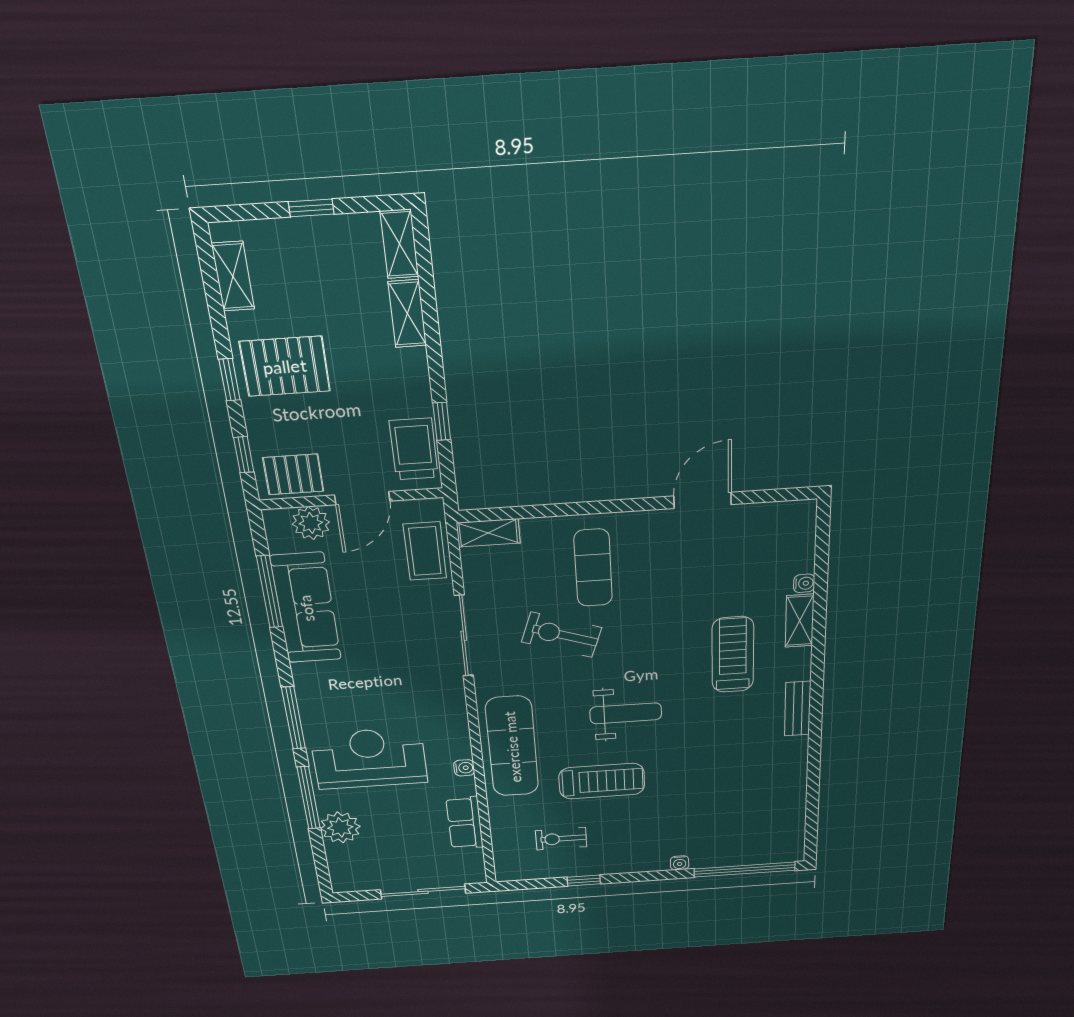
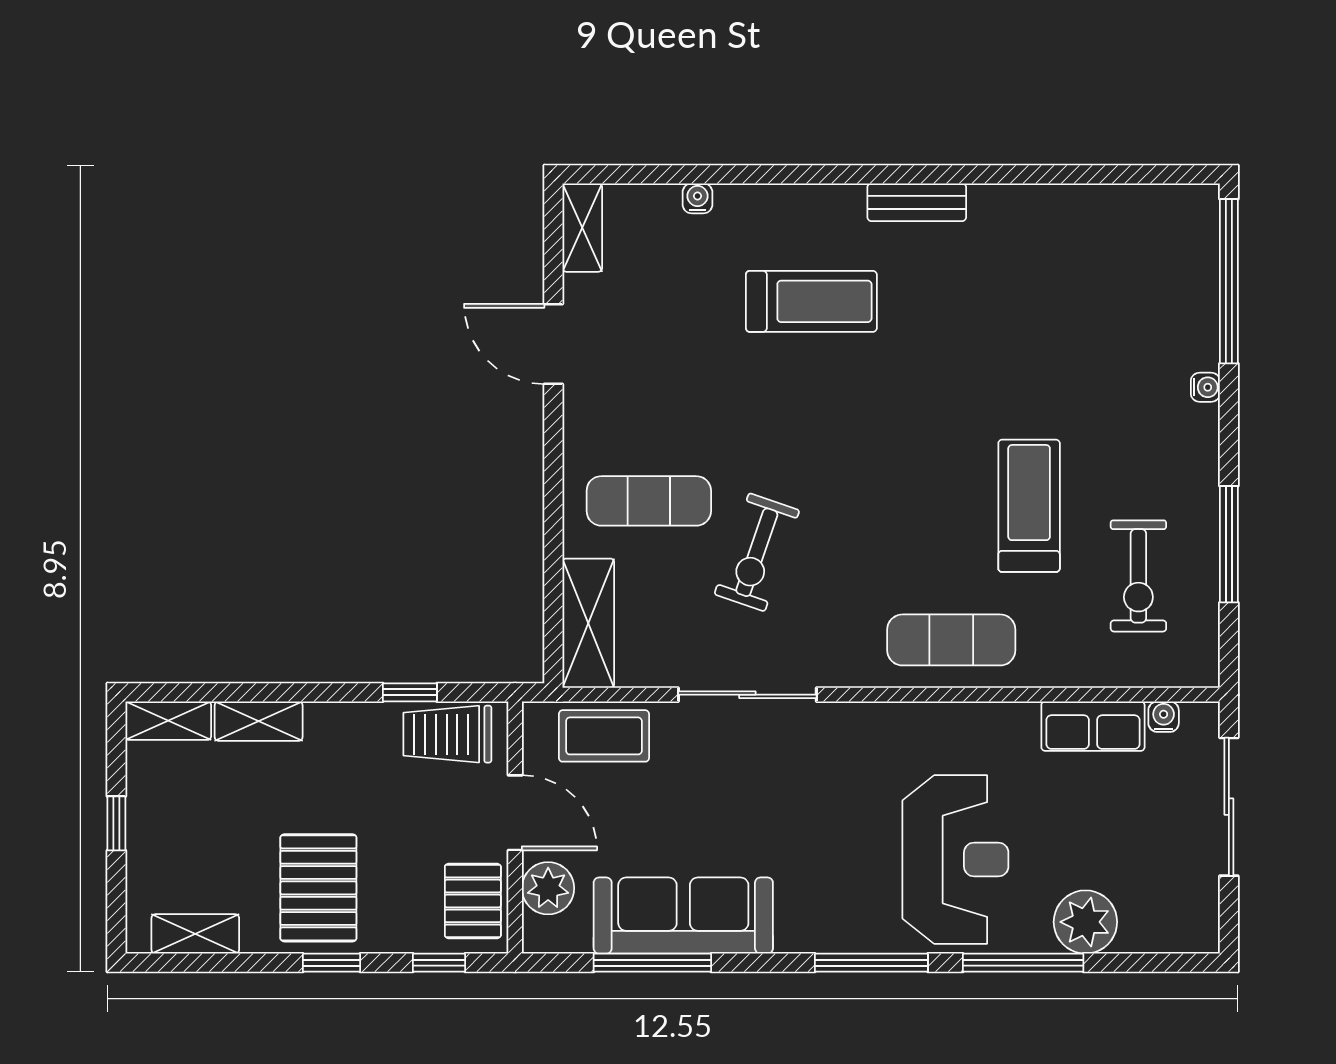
shelving: (488, 533) -> (588, 623), width x1.50, depth x1.33
shelving: (800, 621) -> (582, 228), moved, turned 90
treadmill: (733, 655) -> (811, 301), turned 180
weight bench: (626, 713) -> (904, 464), removed
exercise mat: (512, 747) -> (951, 640), width x0.73, depth x0.69
reception desk: (369, 758) -> (955, 859), turned 180
water cooler: (464, 768) -> (1164, 717), moved
exercise bike: (561, 839) -> (1138, 576), width x1.38, depth x1.39
window: (584, 881) -> (1229, 544), width x2.17

